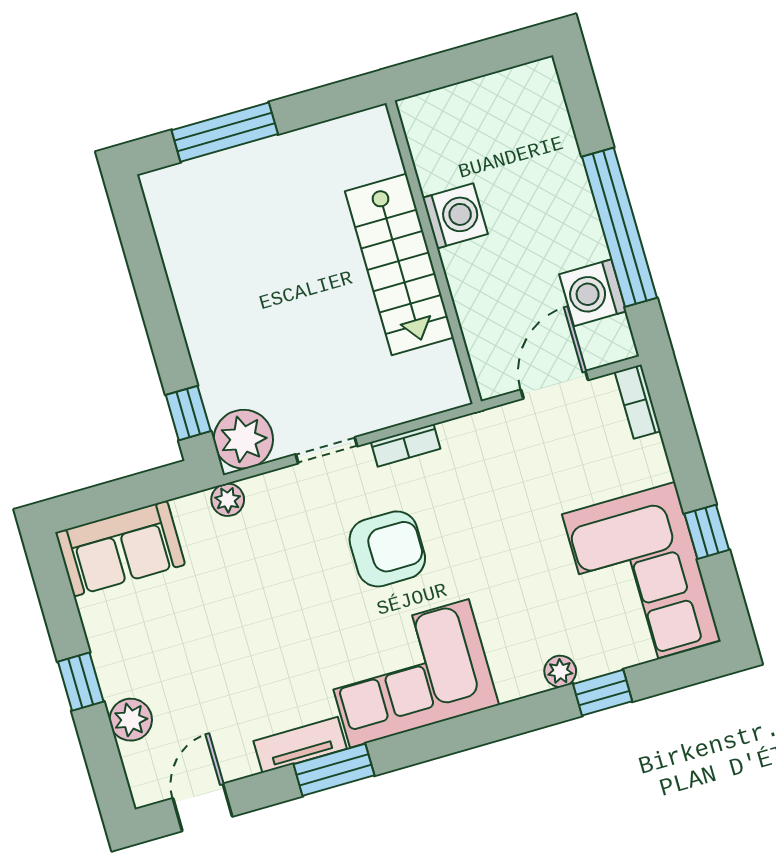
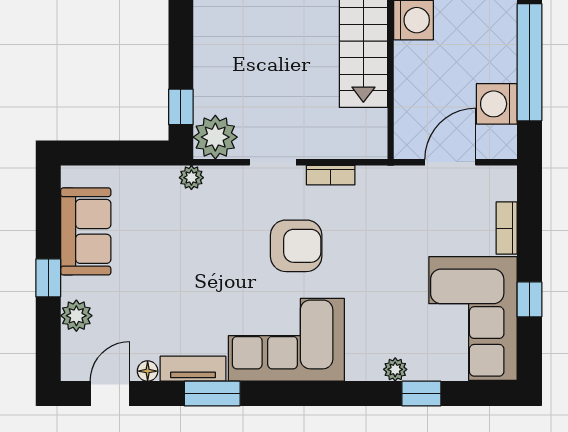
bookcase: (638, 402) -> (507, 228), moved
sofa: (120, 549) -> (86, 231), moved, turned -90
floor lamp: (243, 765) -> (148, 371), added

